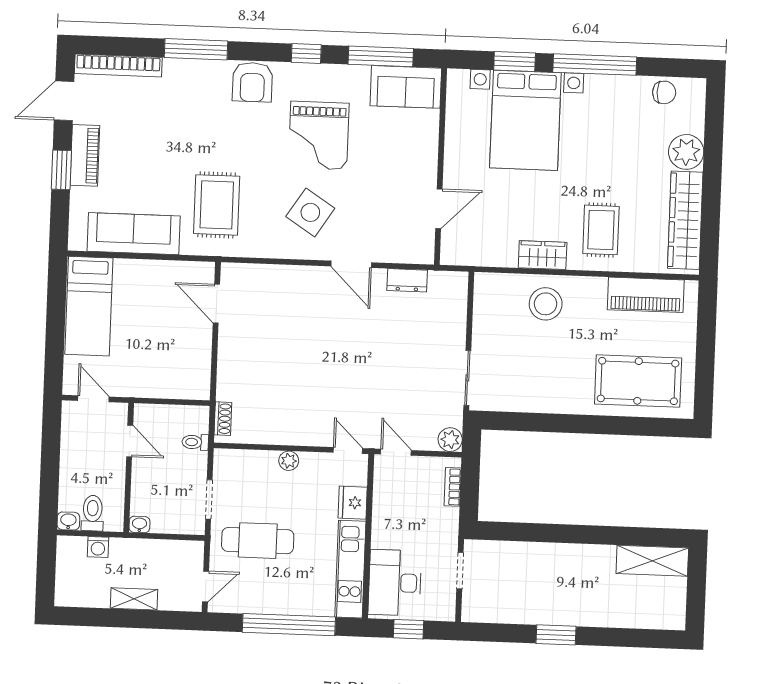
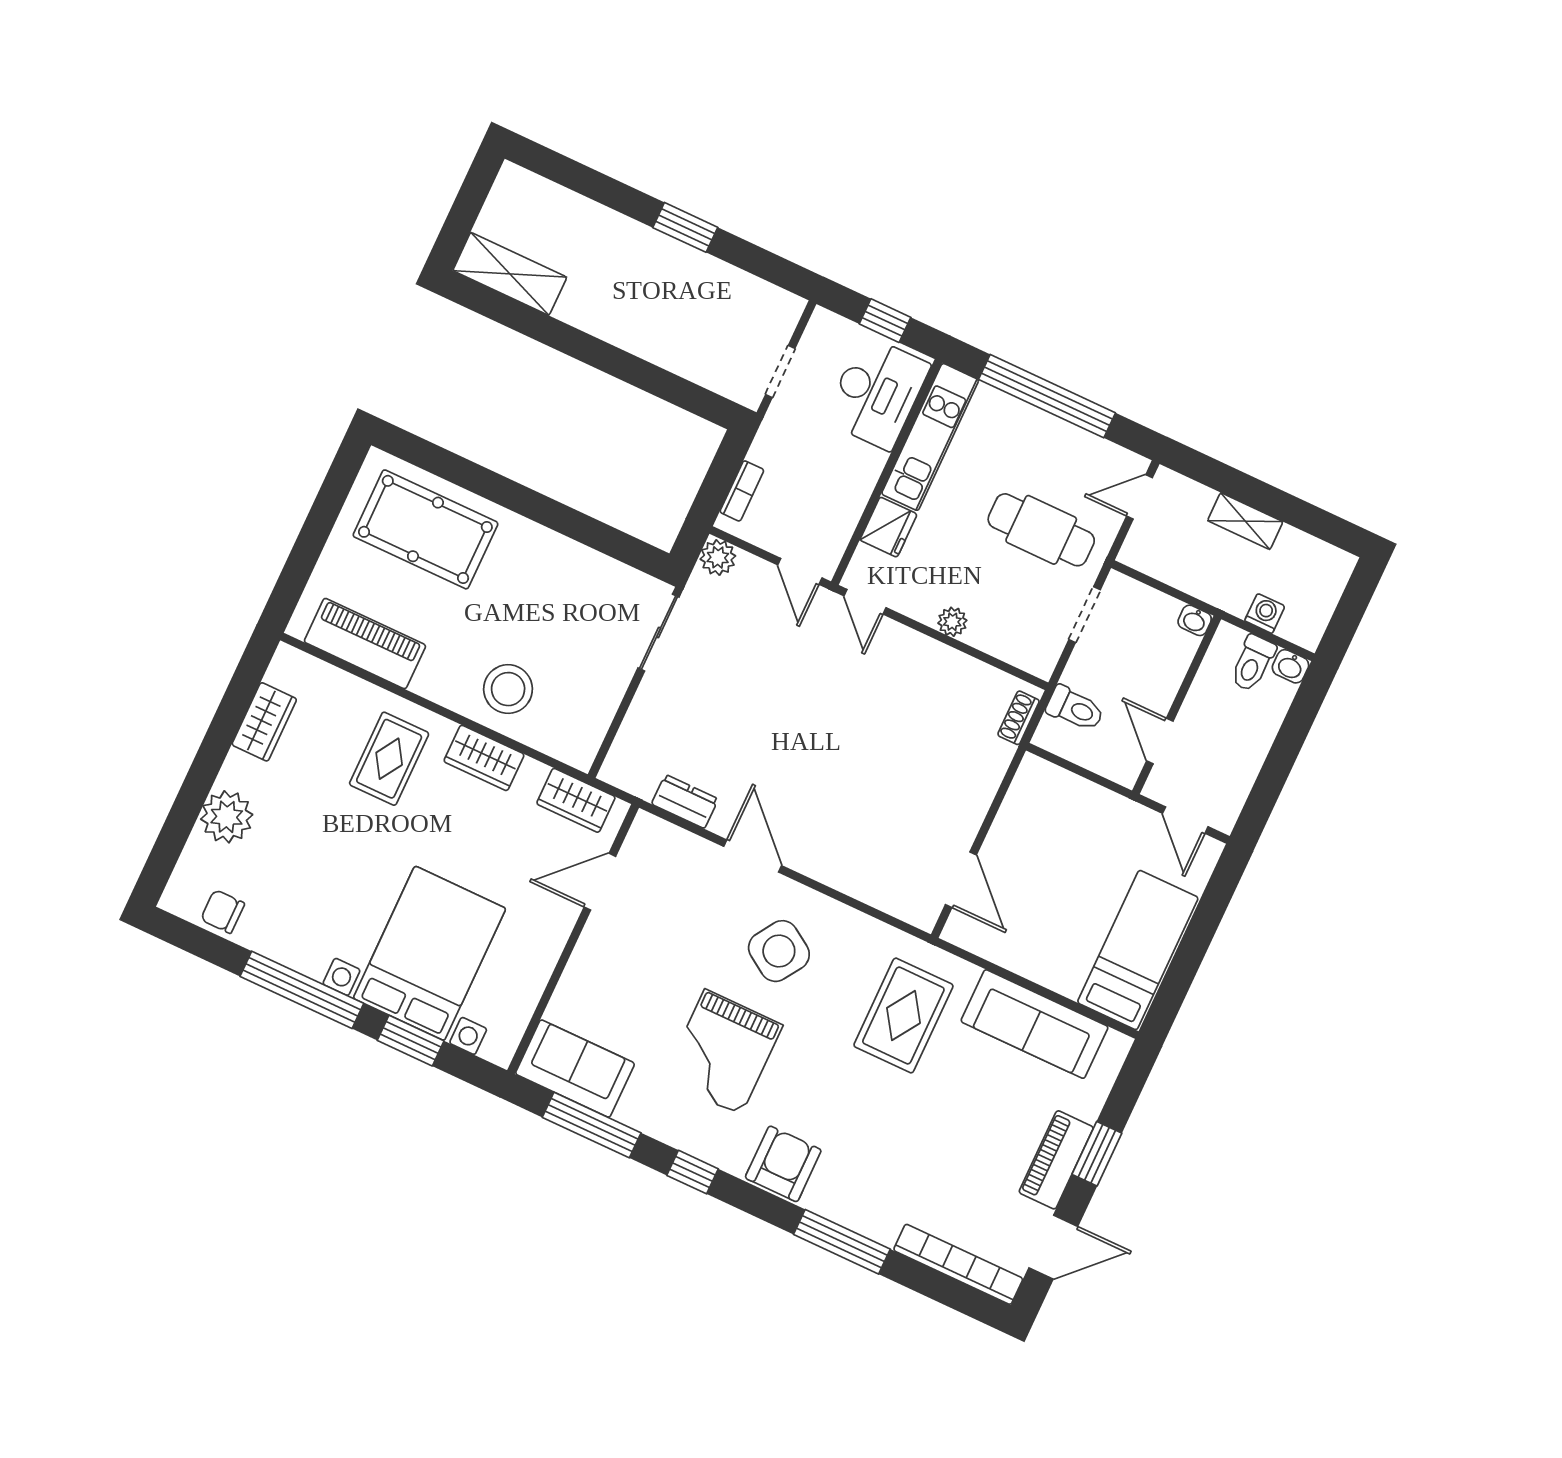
grand piano: (319, 135) -> (723, 1052), turned 180
wardrobe: (685, 220) -> (264, 722), width x0.48, depth x0.85
wardrobe: (475, 253) -> (576, 800), added
toilet: (195, 442) -> (1075, 709), width x1.37, depth x1.39

